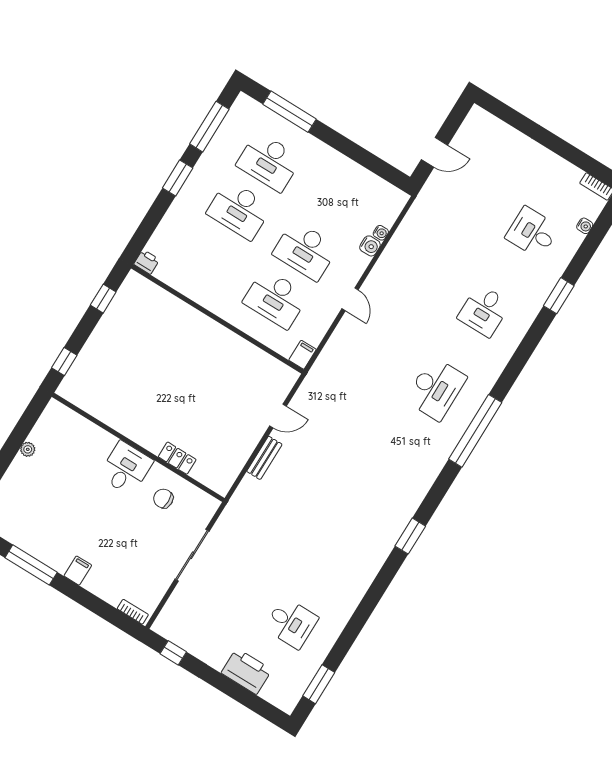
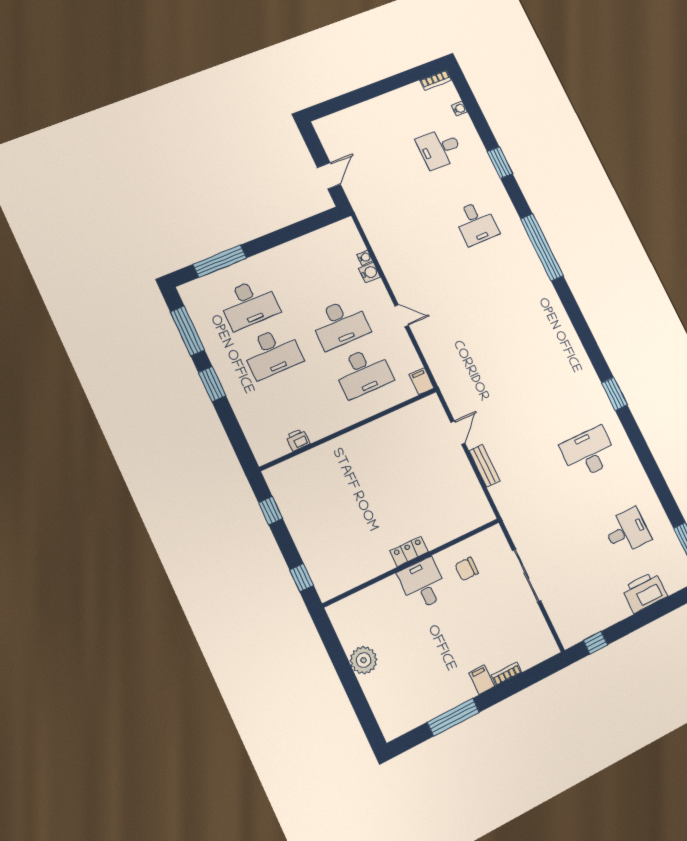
printer: (147, 262) -> (298, 440), moved
desk: (436, 389) -> (589, 453), moved, turned -90
window: (475, 431) -> (542, 247), moved
plant: (28, 449) -> (364, 660), width x1.88, depth x1.88
locker: (177, 458) -> (409, 551), moved
bookcase: (133, 612) -> (507, 674), moved

